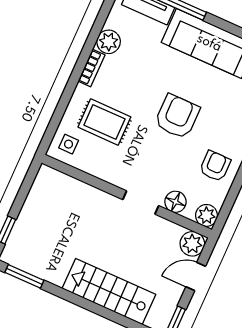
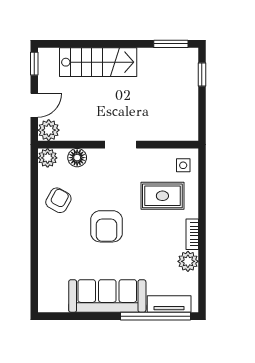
armchair: (215, 166) -> (58, 200), turned -151
doorway: (141, 203) -> (121, 145), moved

